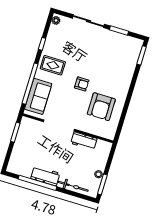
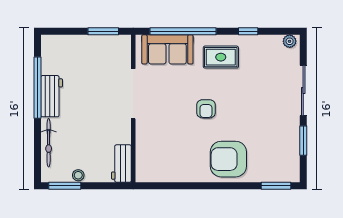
rug: (53, 65) -> (221, 57), turned 90
armchair: (101, 107) -> (228, 159), moved
workbench: (84, 141) -> (121, 164), moved

